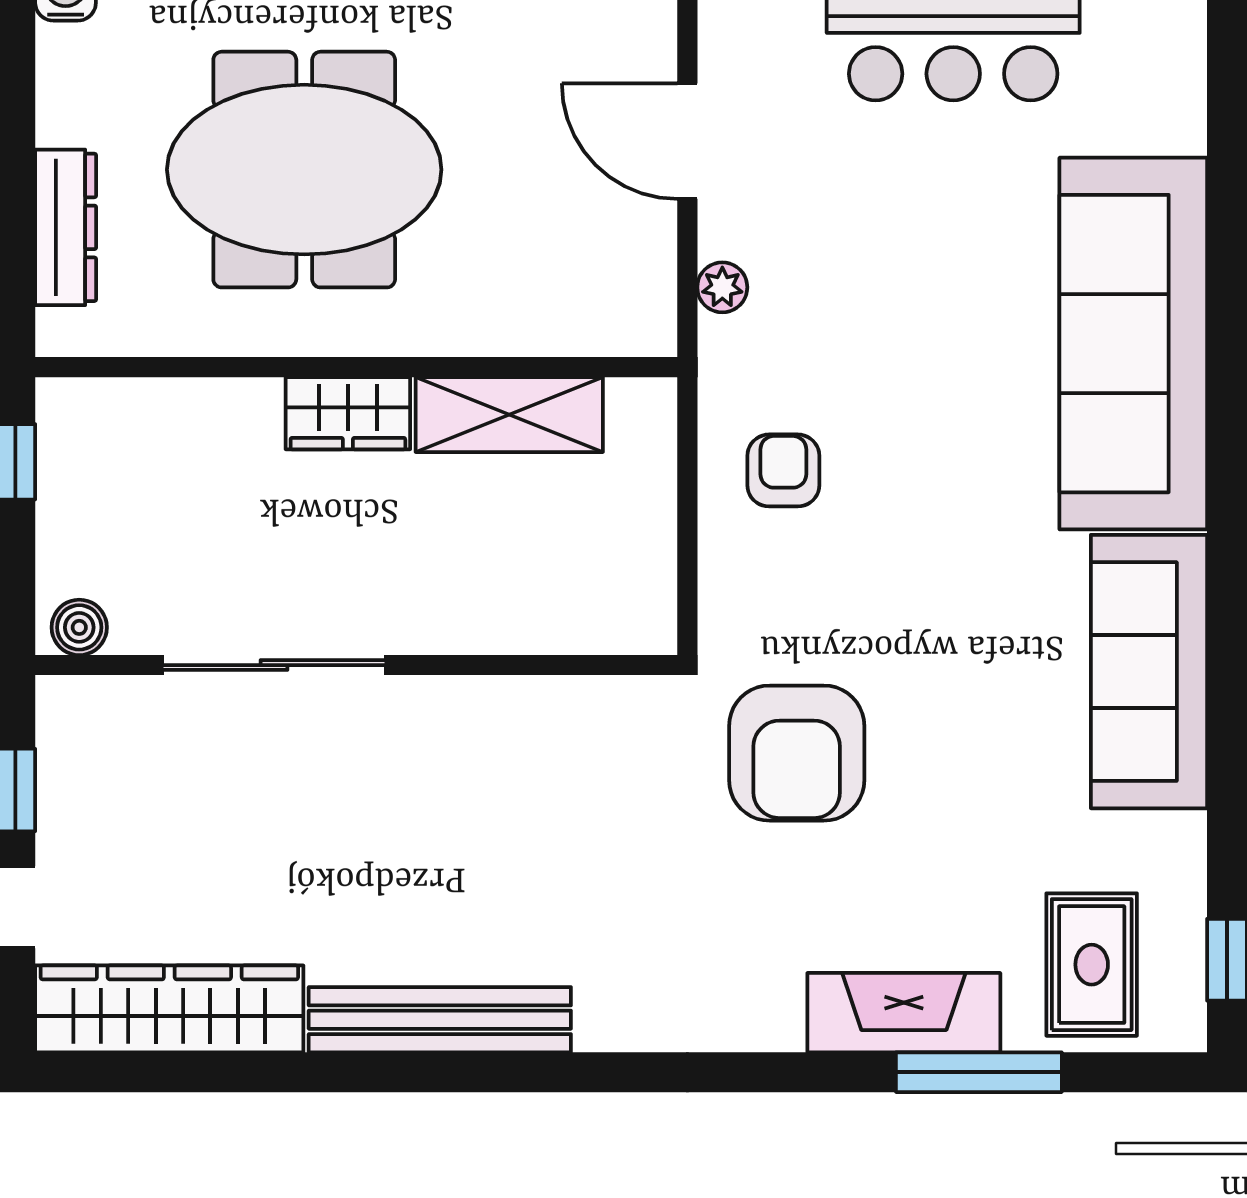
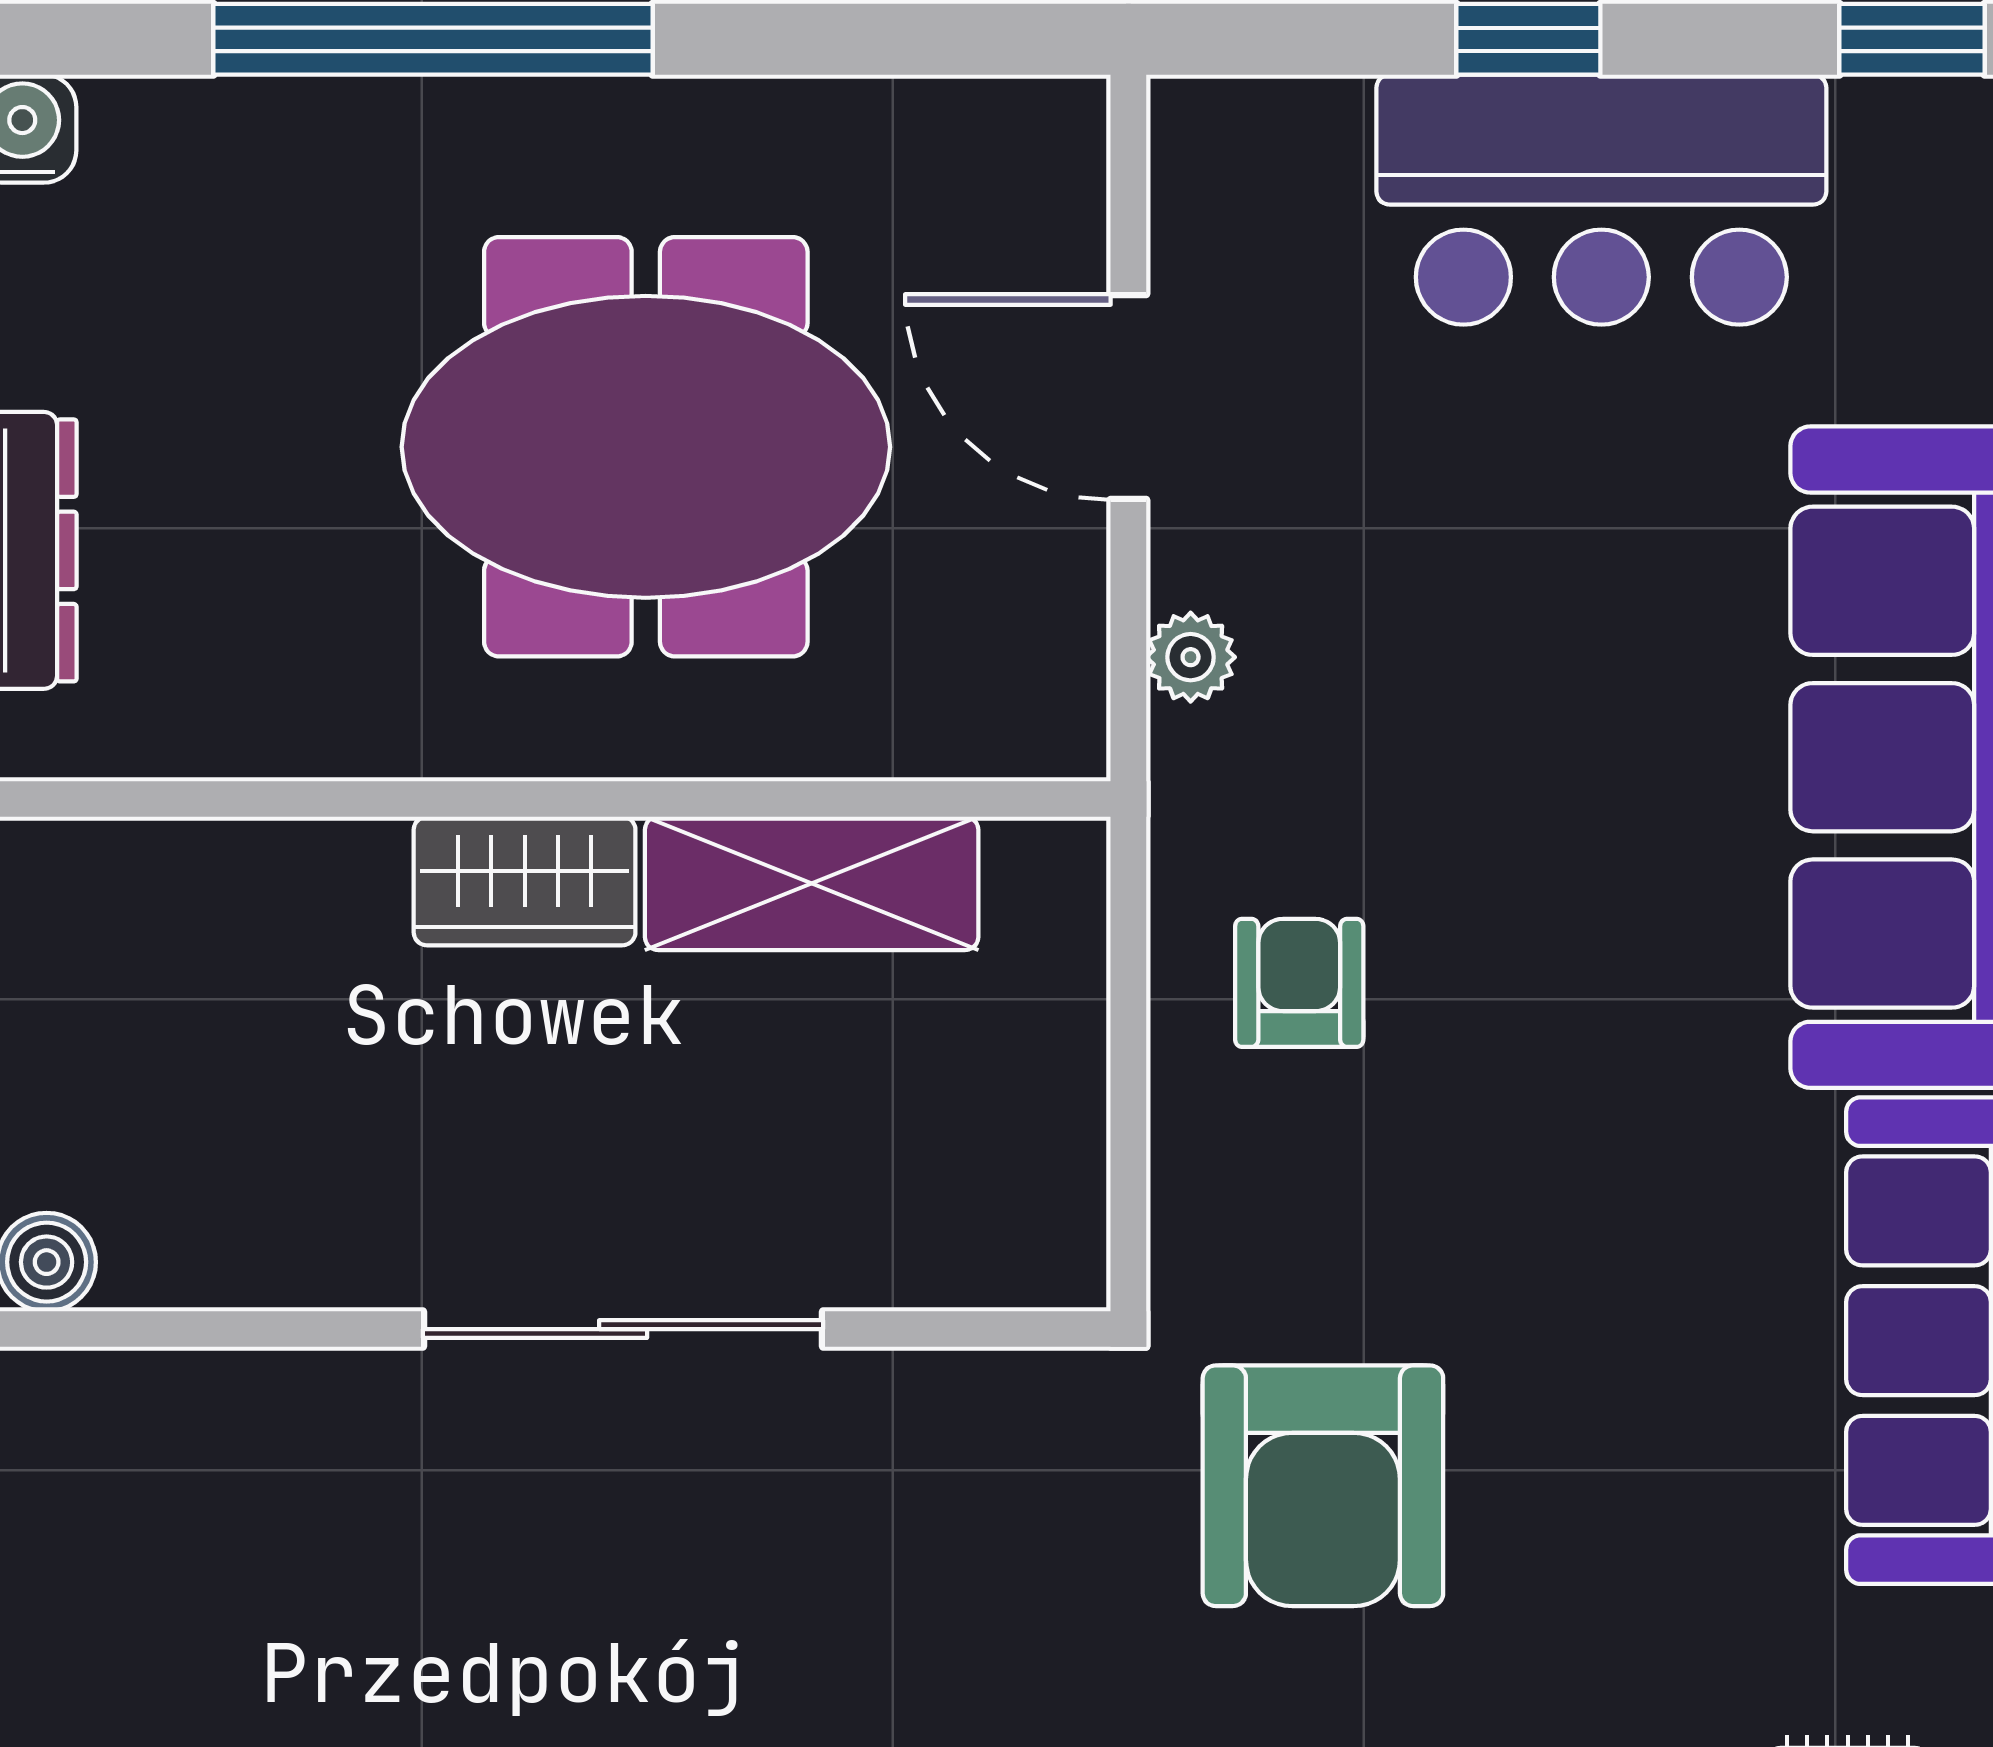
meeting table: (304, 170) -> (646, 447), moved
sliding door: (274, 665) -> (623, 1329), moved

